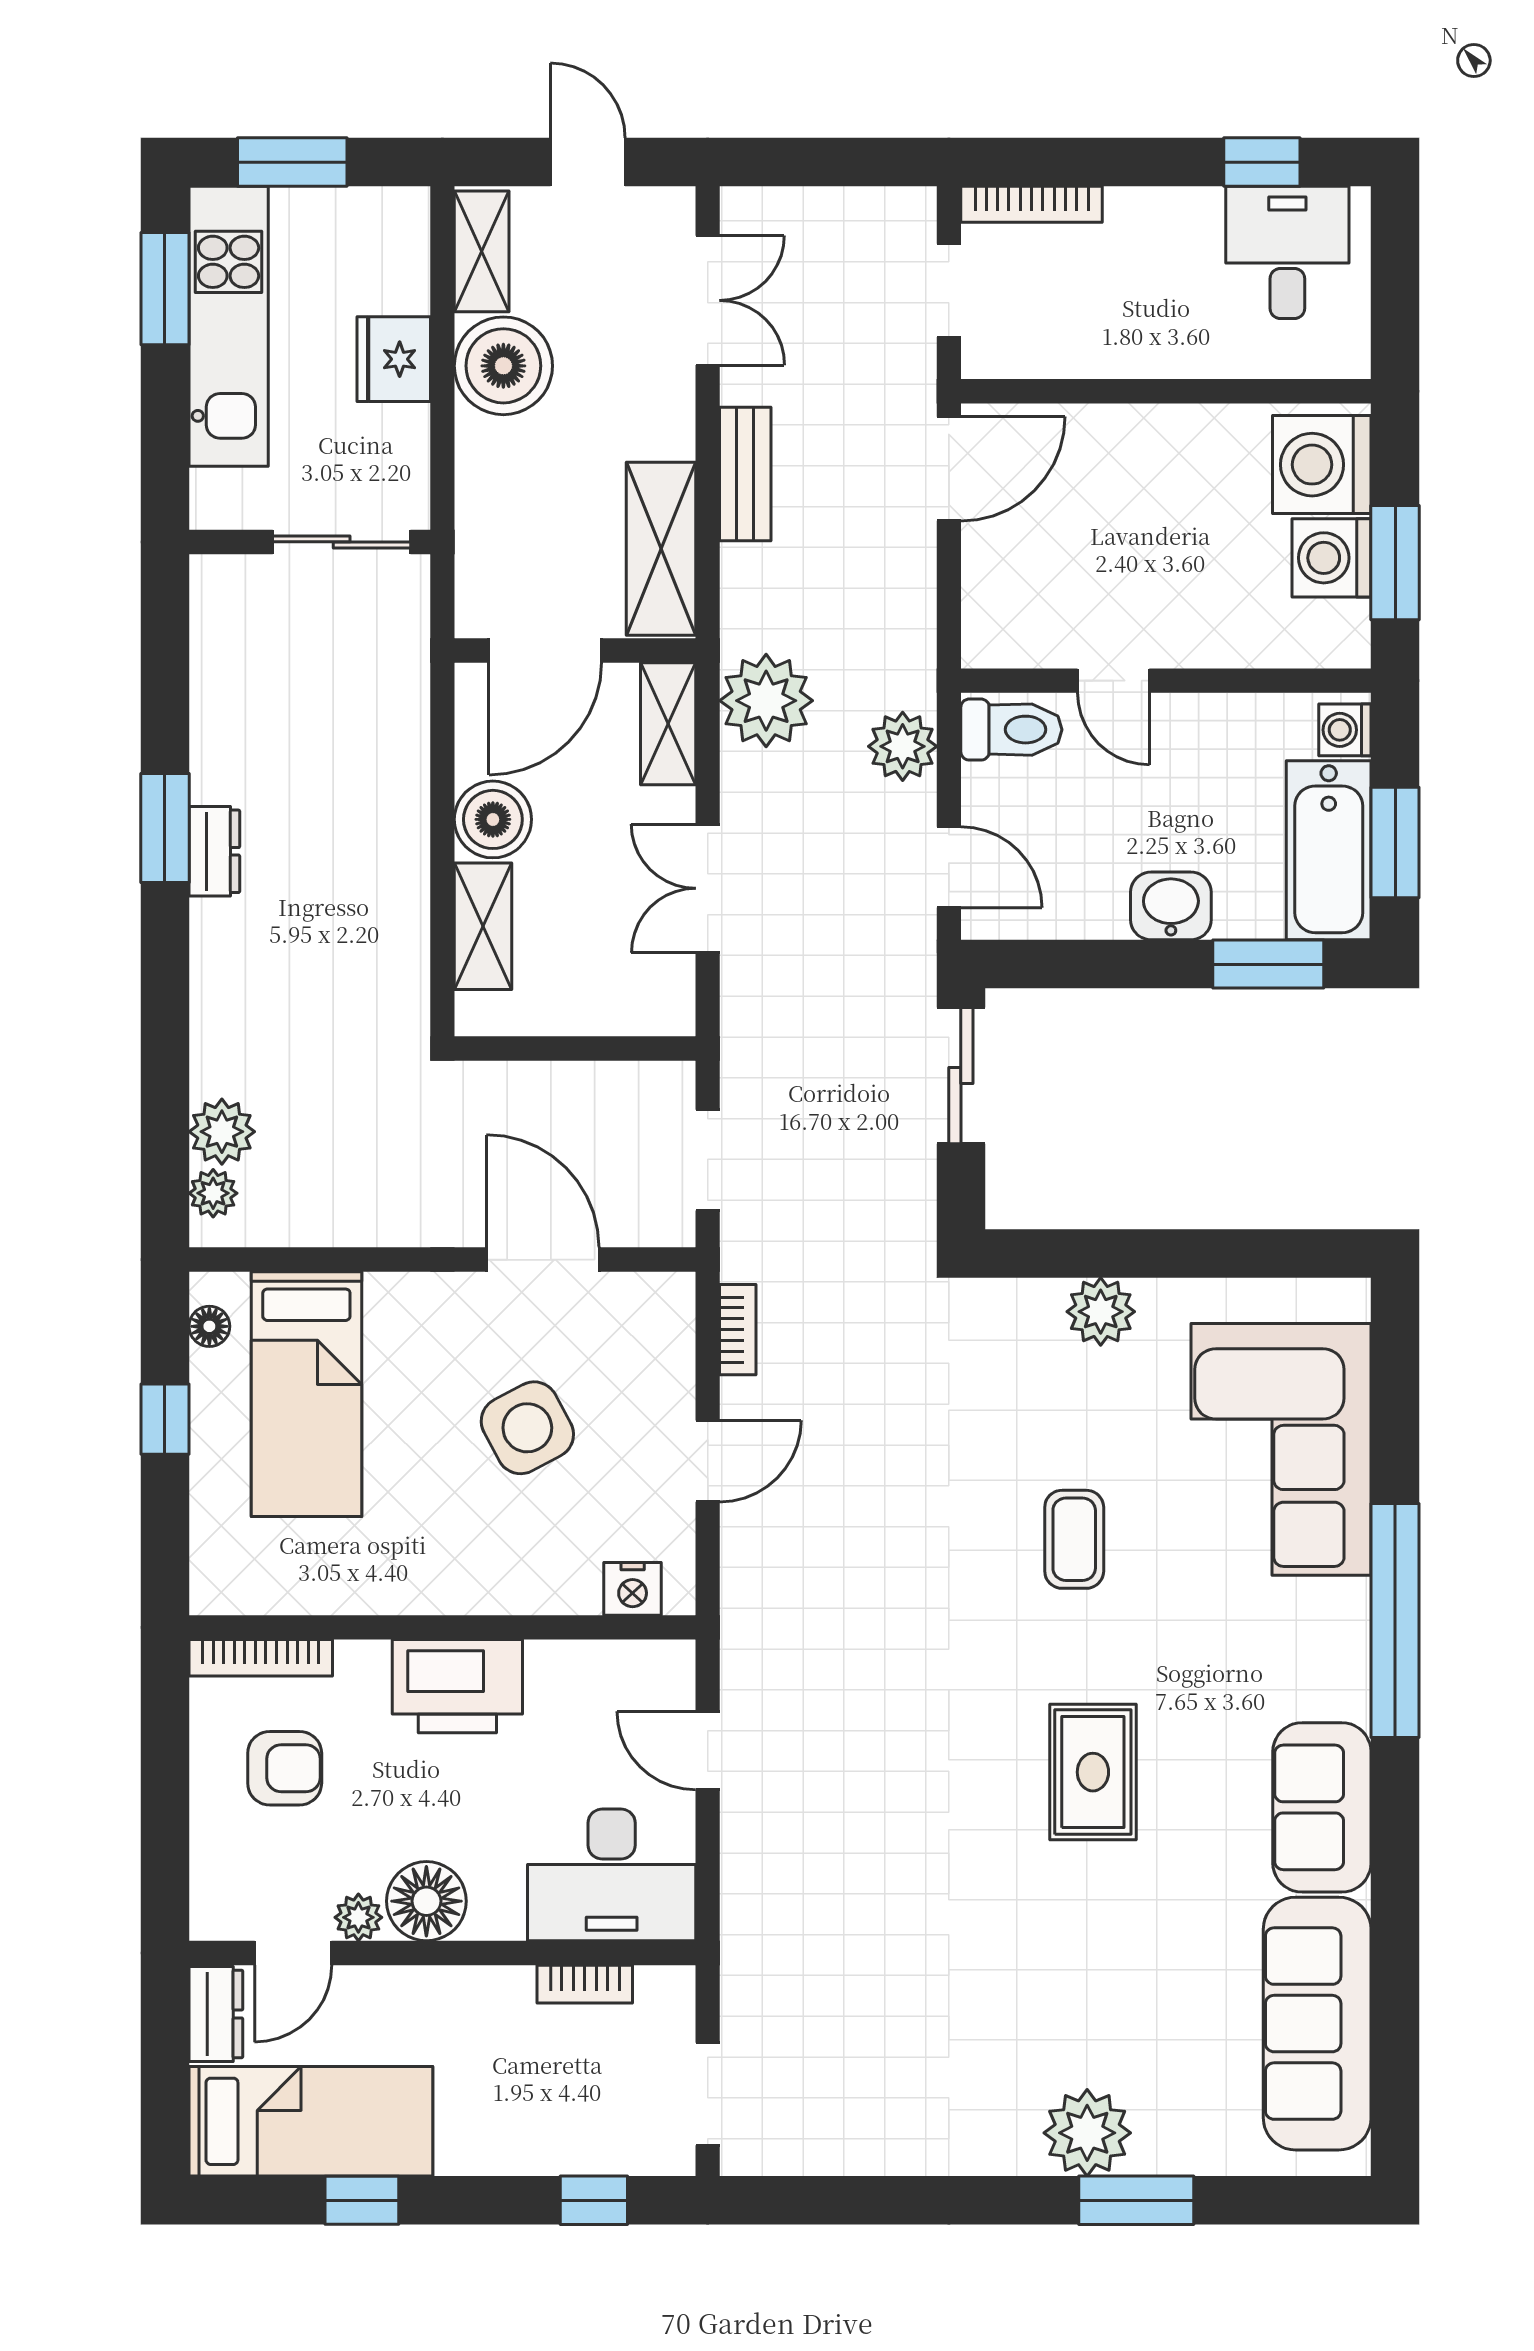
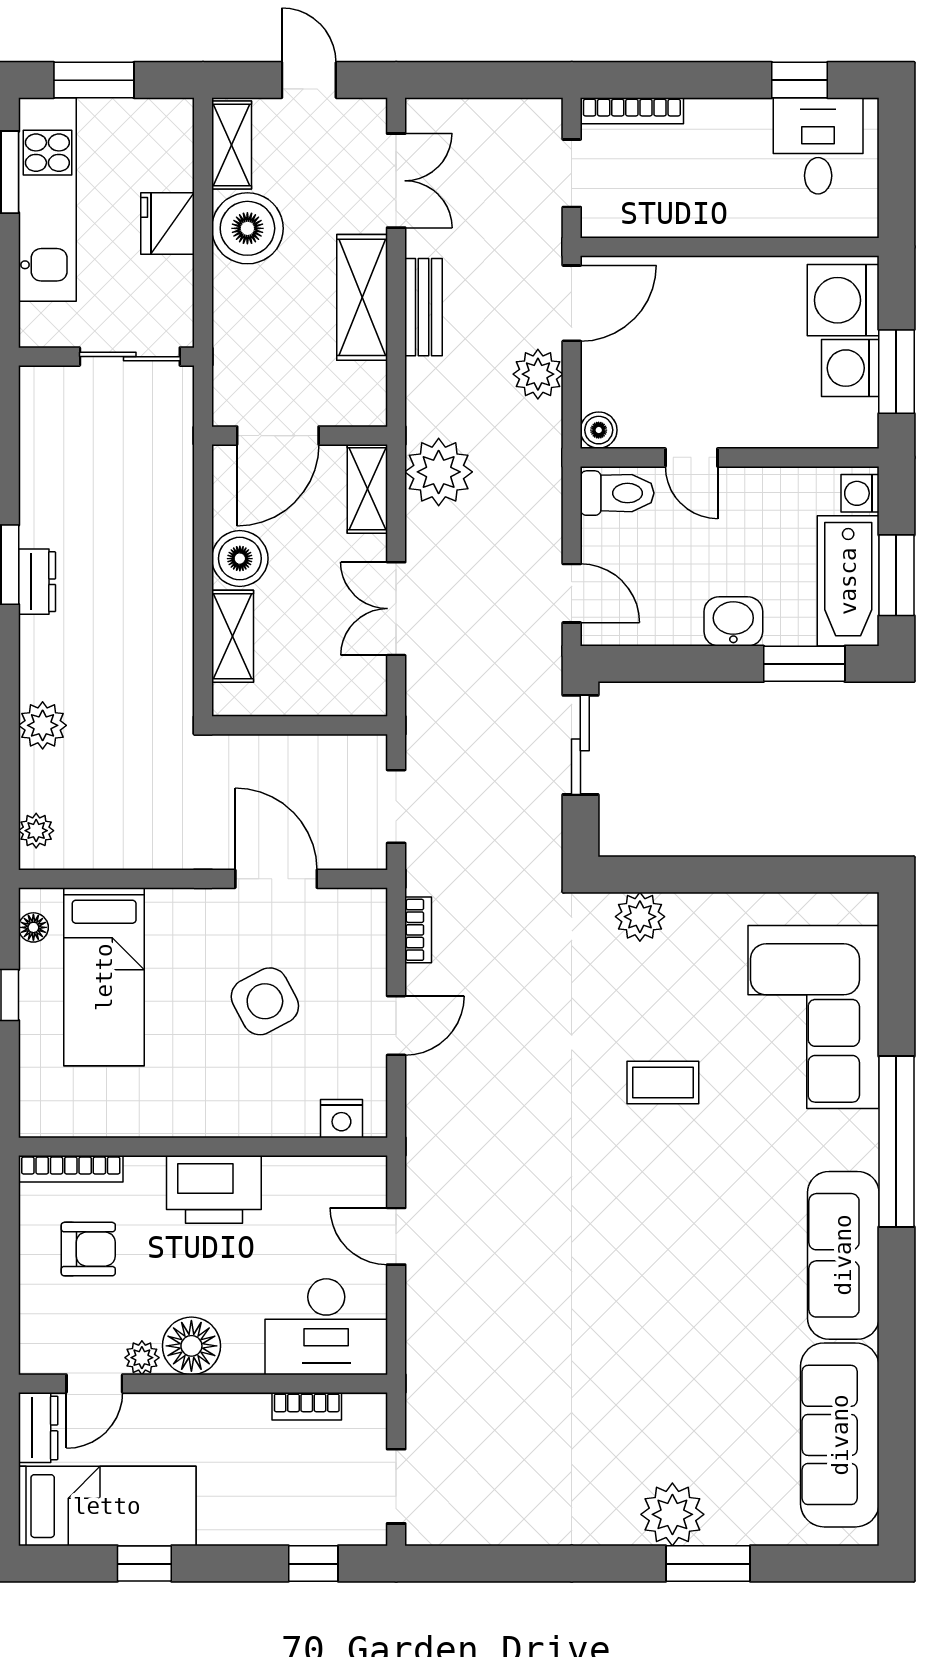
shelving: (661, 549) -> (362, 297), moved
boiler: (986, 643) -> (599, 430), added
plant: (903, 746) -> (538, 374), moved
plant: (222, 1132) -> (43, 725), moved
plant: (1101, 1312) -> (640, 917), moved
coffee table: (1074, 1539) -> (663, 1082), turned 90
rug: (1093, 1772) -> (677, 1252), removed
sofa: (1322, 1807) -> (843, 1255), width x1.36

